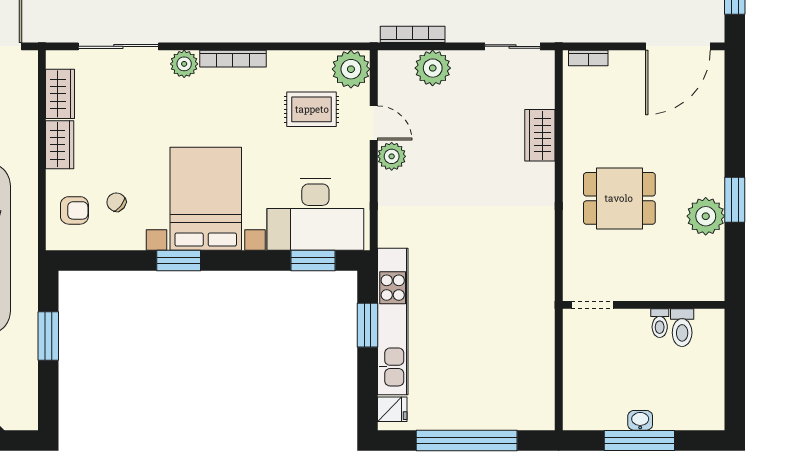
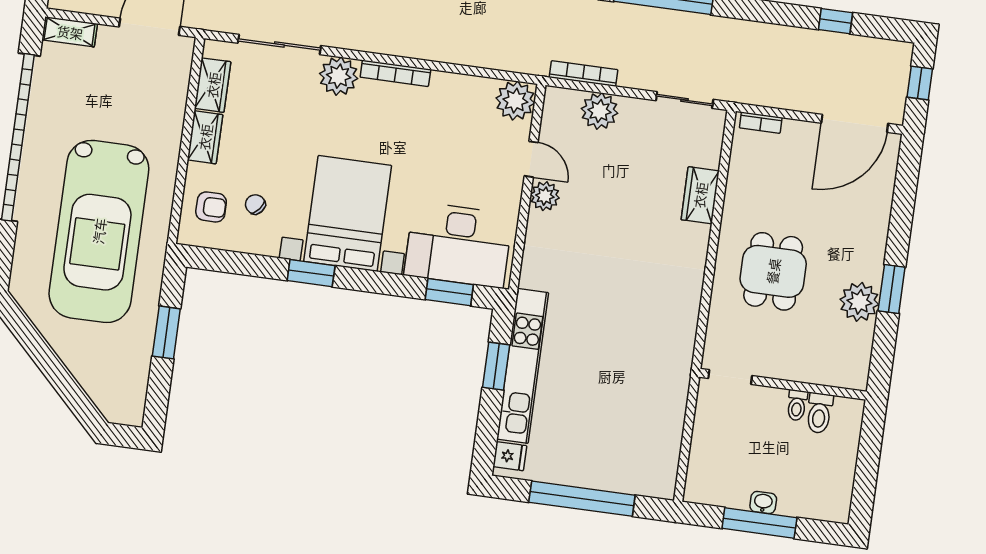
plant: (184, 64) -> (339, 76), width x1.36, depth x1.36
rug: (312, 109) -> (469, 136), removed
dining table: (619, 198) -> (773, 271), turned 90

